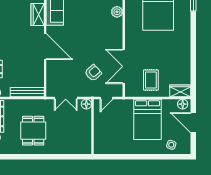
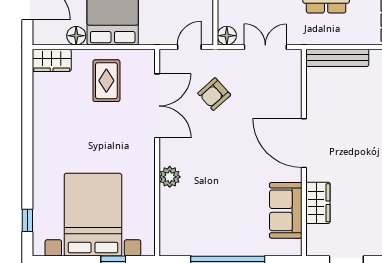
plant: (117, 12) -> (170, 177), moved
floor lamp: (183, 104) -> (76, 36), moved

